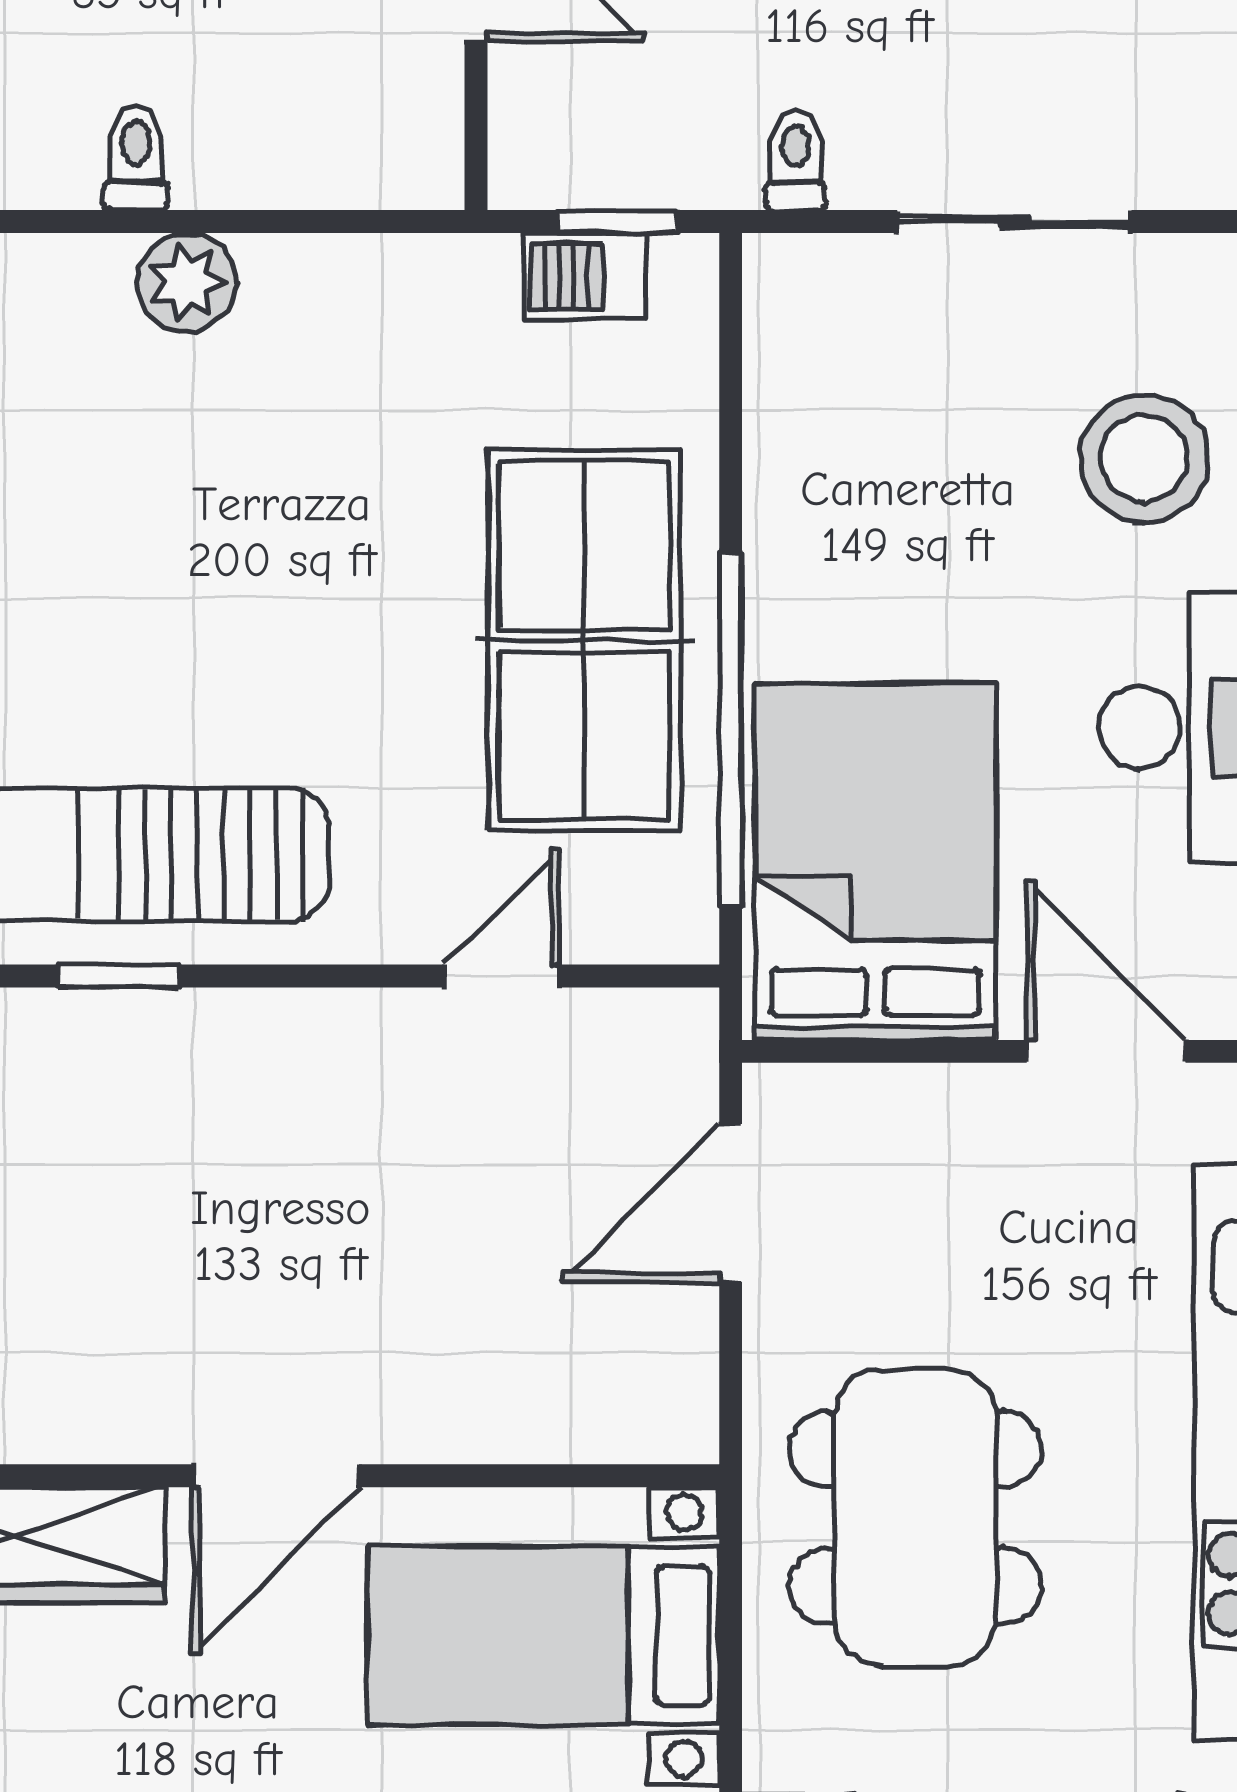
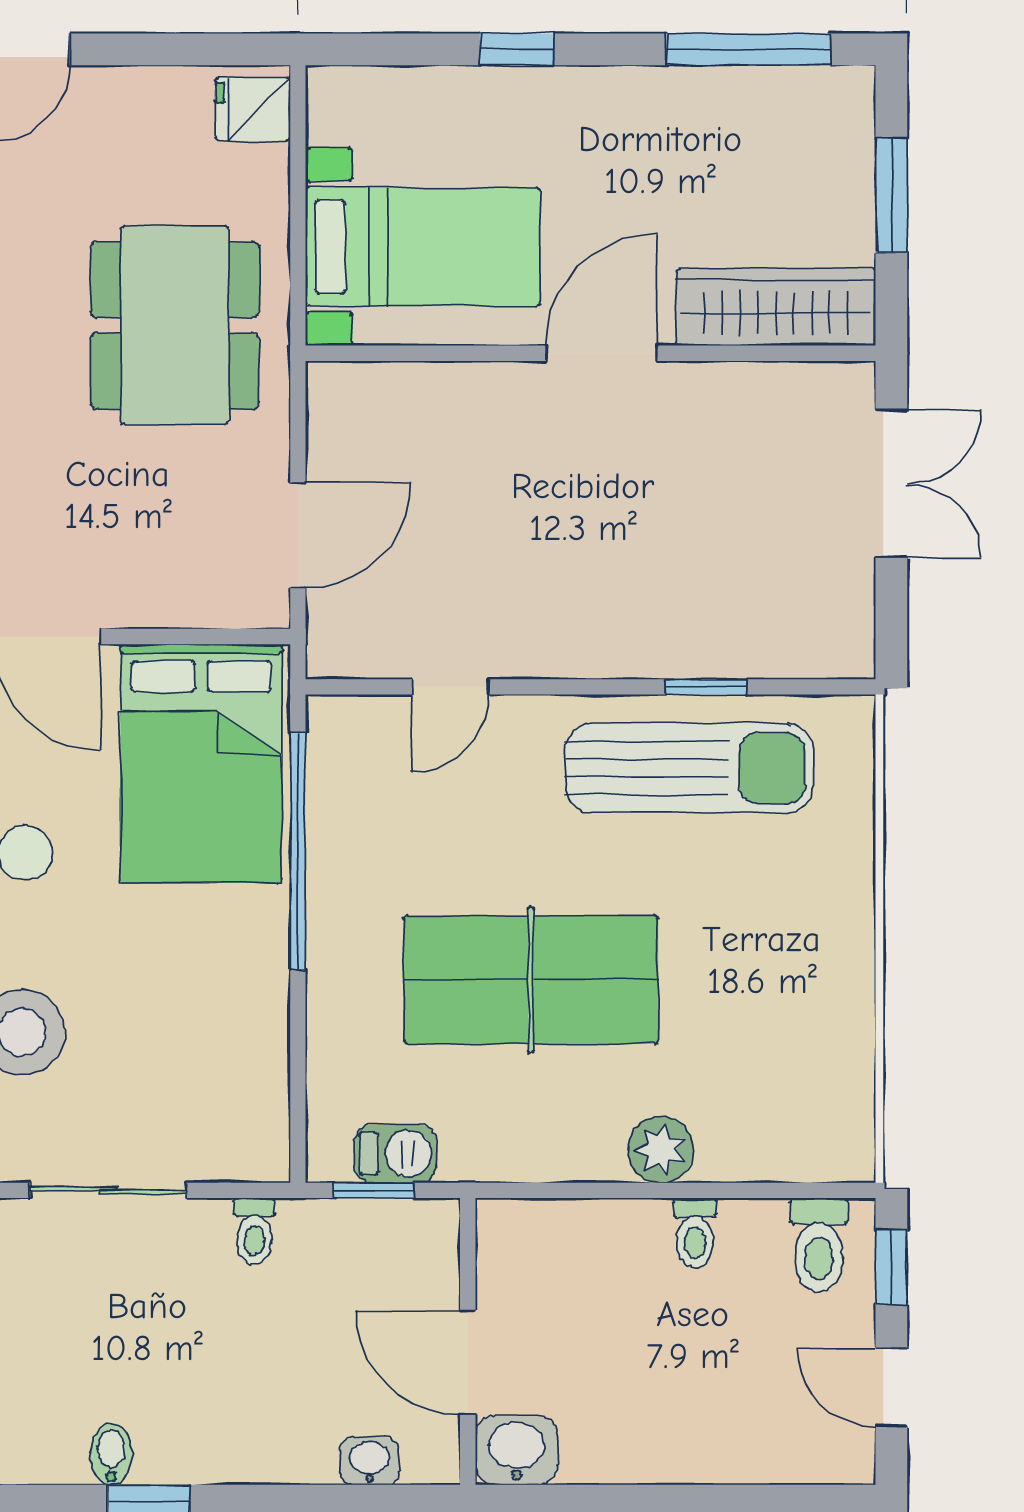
table tennis table: (584, 641) -> (531, 980), moved, turned 90

